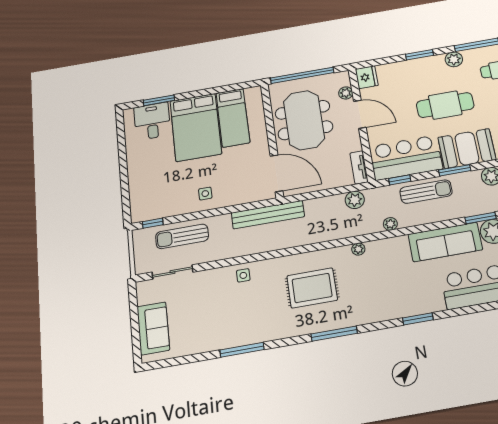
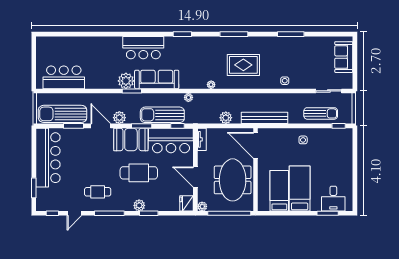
plant: (454, 59) -> (139, 205), moved
plant: (346, 93) -> (202, 206), moved
bed: (196, 127) -> (300, 188), width x0.67
sun lounger: (426, 192) -> (162, 115), width x1.36, depth x1.34
plant: (355, 200) -> (226, 118), moved

